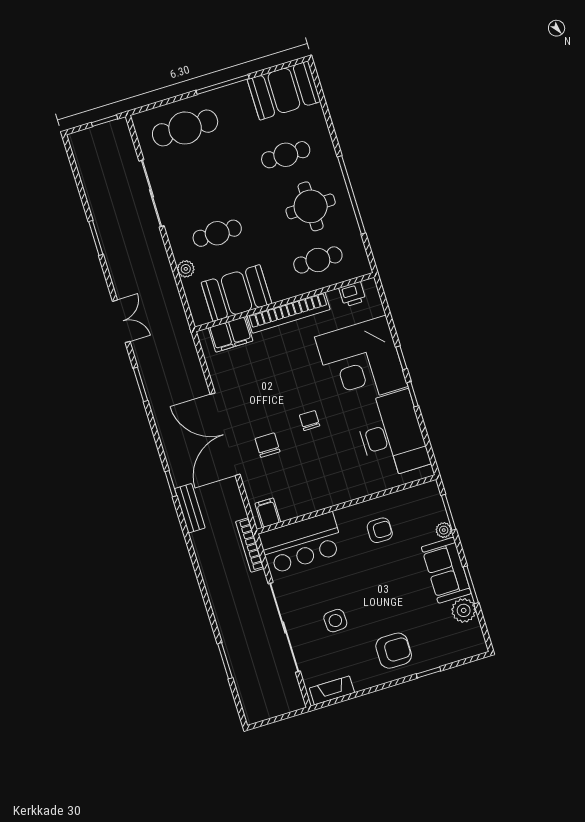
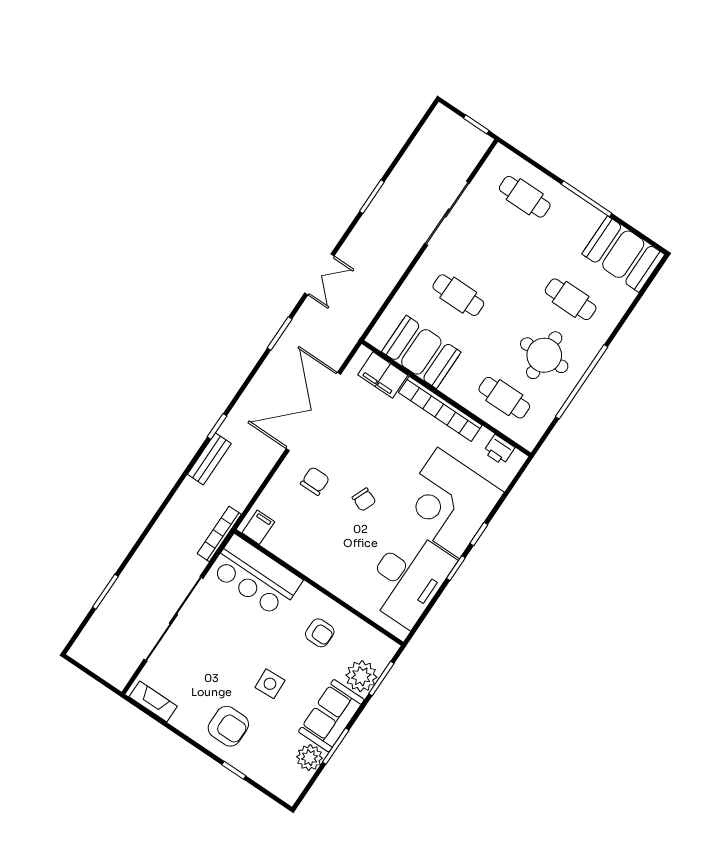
cafe table: (185, 128) -> (525, 197), width x0.73, depth x0.74
plant: (186, 269) -> (407, 293), removed
chair: (310, 420) -> (364, 500), turned 112
double door: (225, 434) -> (313, 411), moved
plant: (444, 530) -> (361, 676), width x1.87, depth x1.87
side table: (335, 621) -> (270, 684), moved

